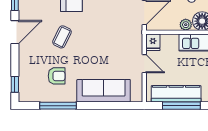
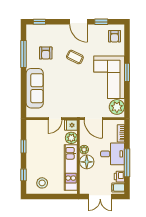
plant: (170, 42) -> (71, 138), added
kitchen counter: (176, 94) -> (32, 142), removed
window: (181, 106) -> (24, 146), width x0.46

